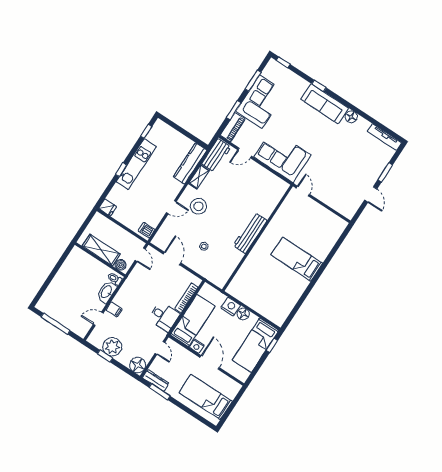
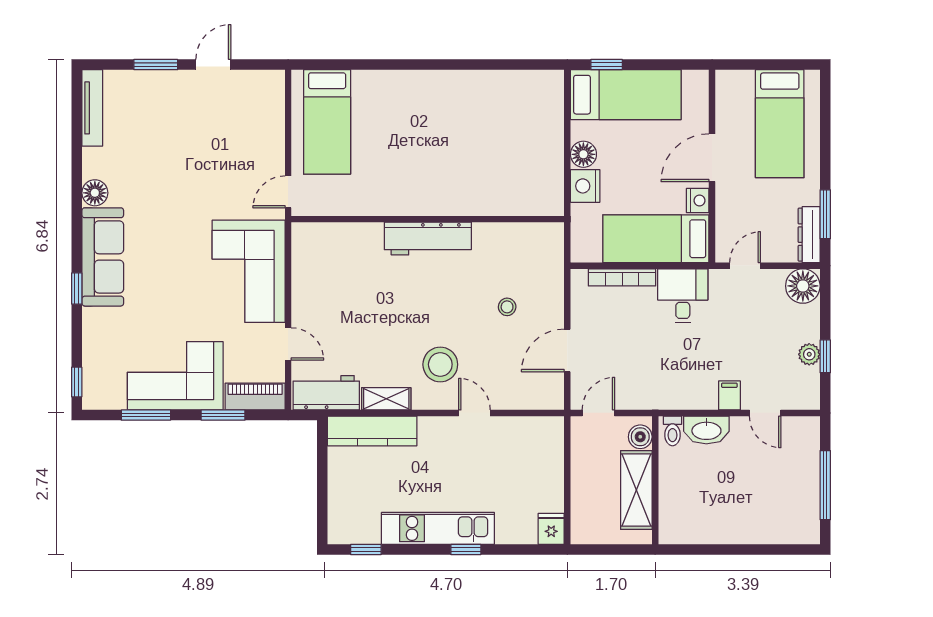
dishwasher: (147, 230) -> (546, 431), removed
bed: (297, 259) -> (327, 122), moved
plant: (112, 347) -> (809, 354), width x0.53, depth x0.53

